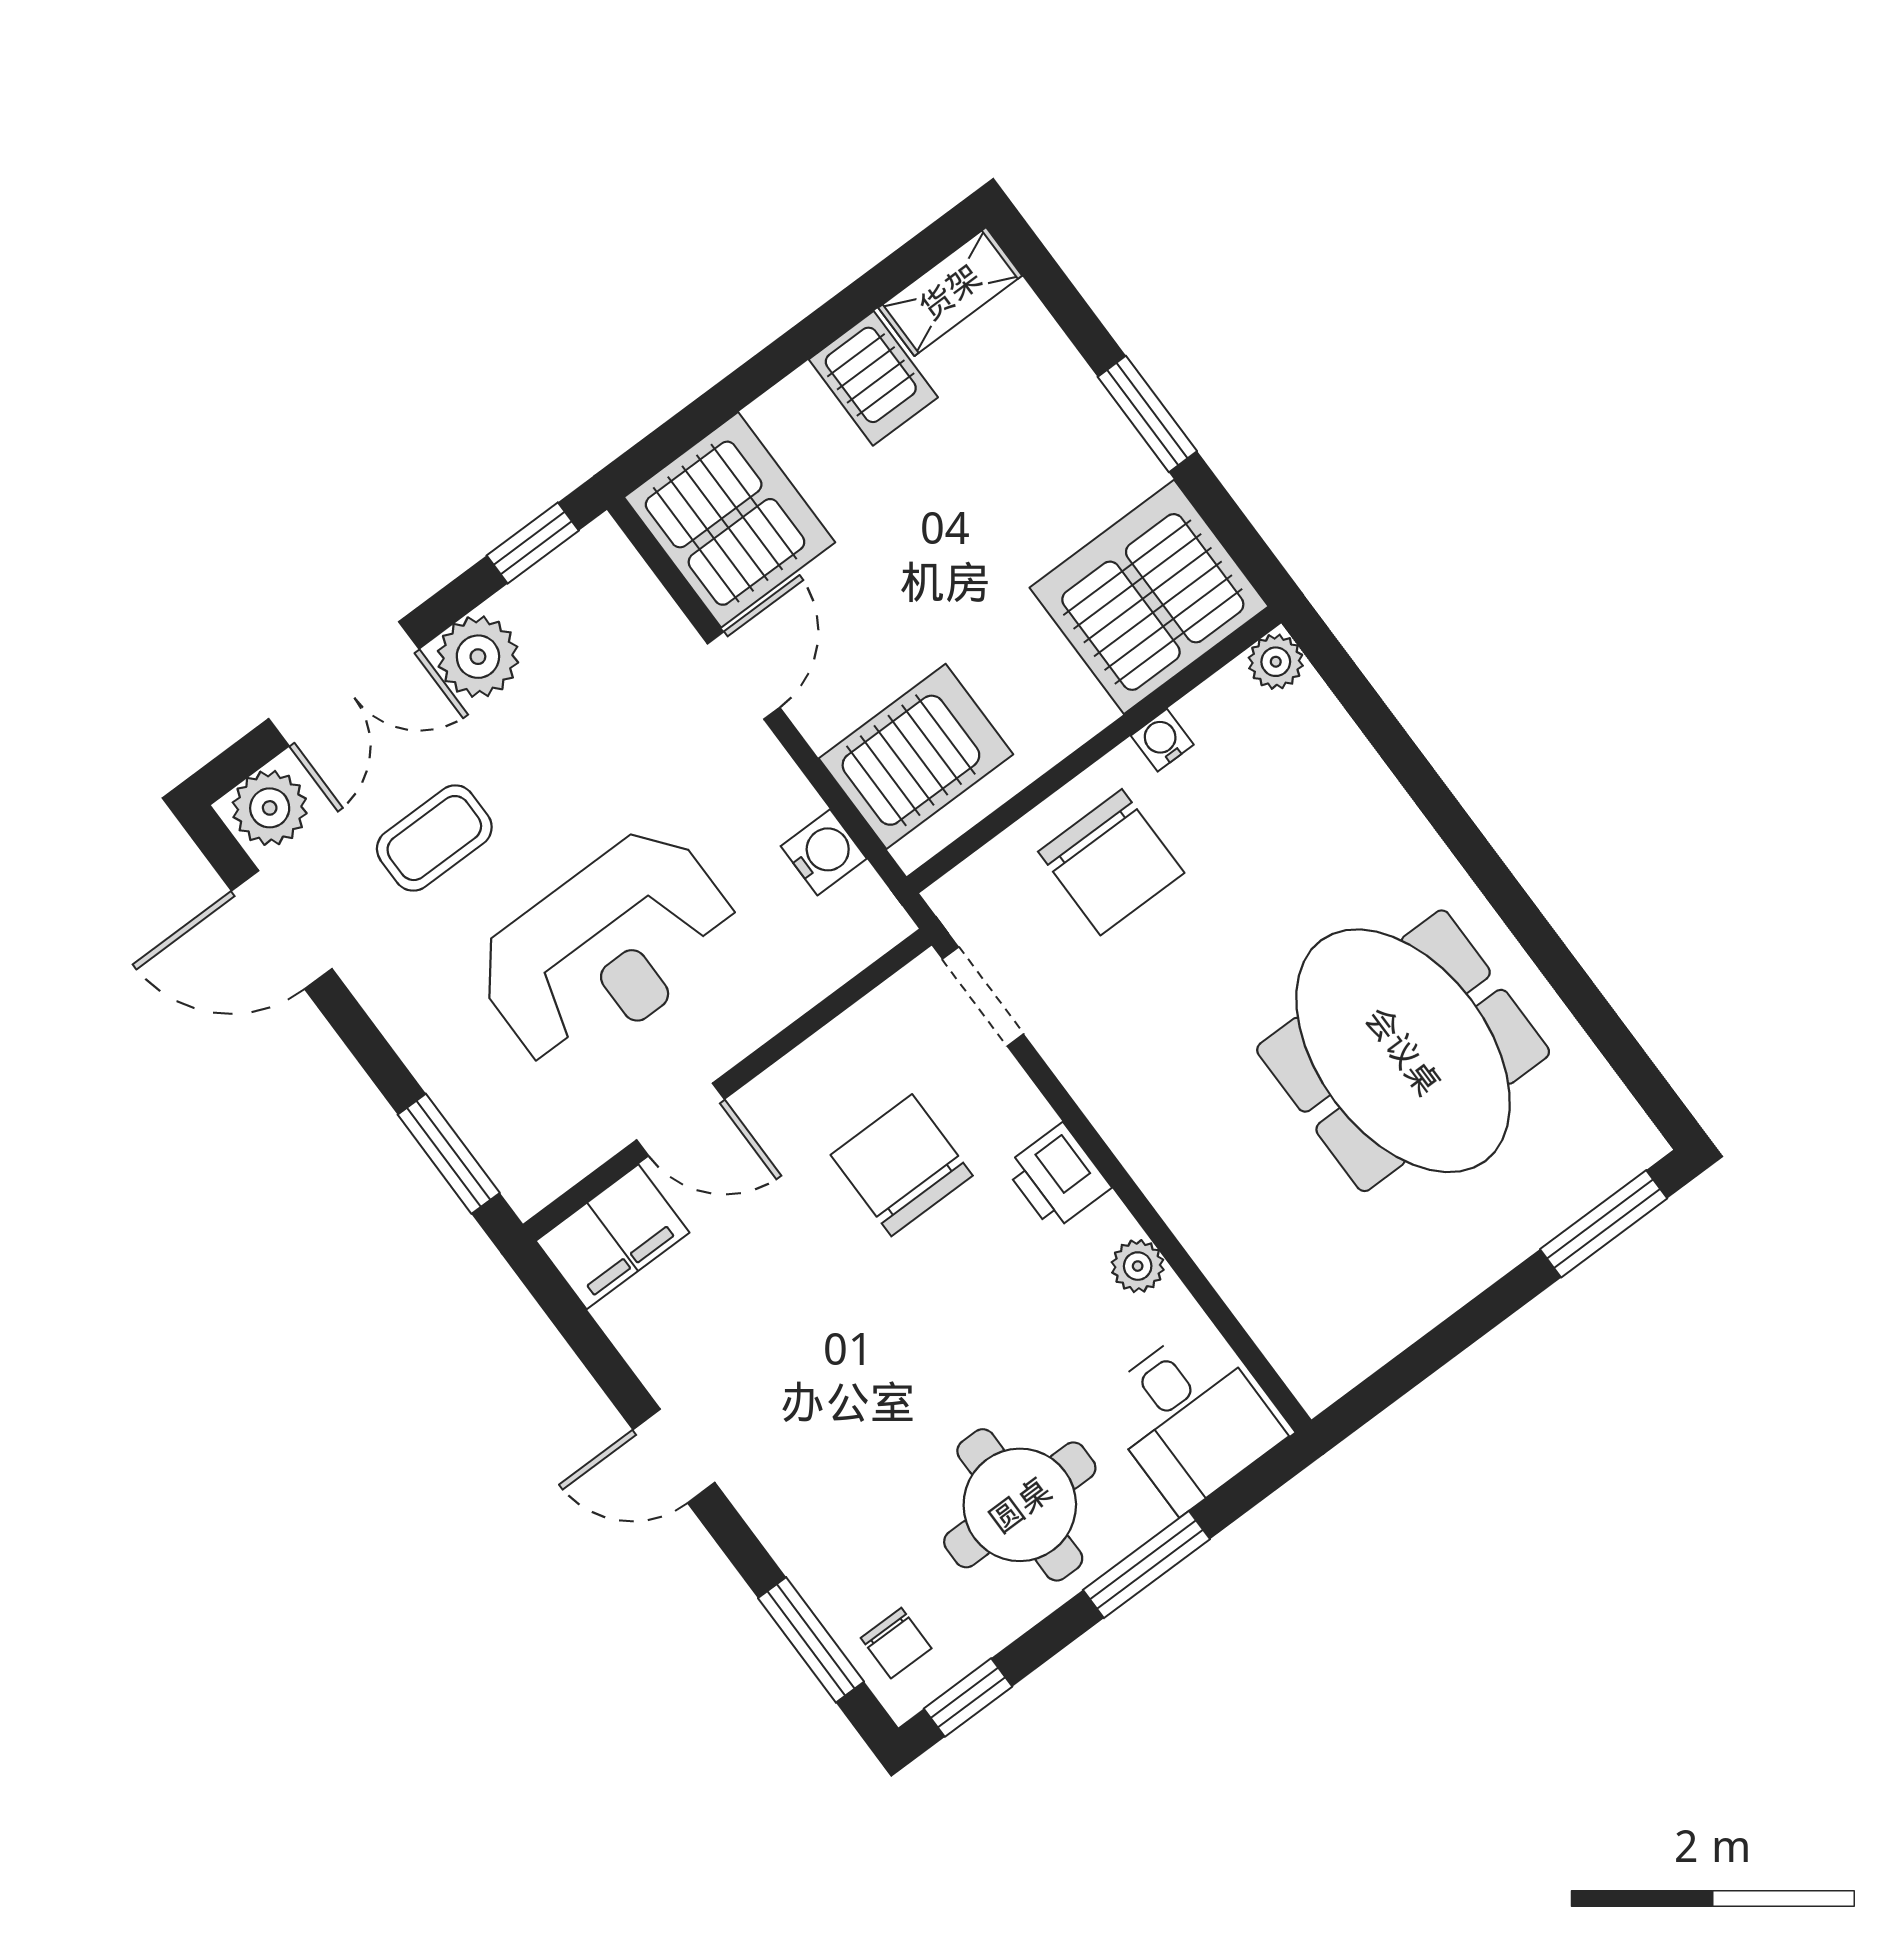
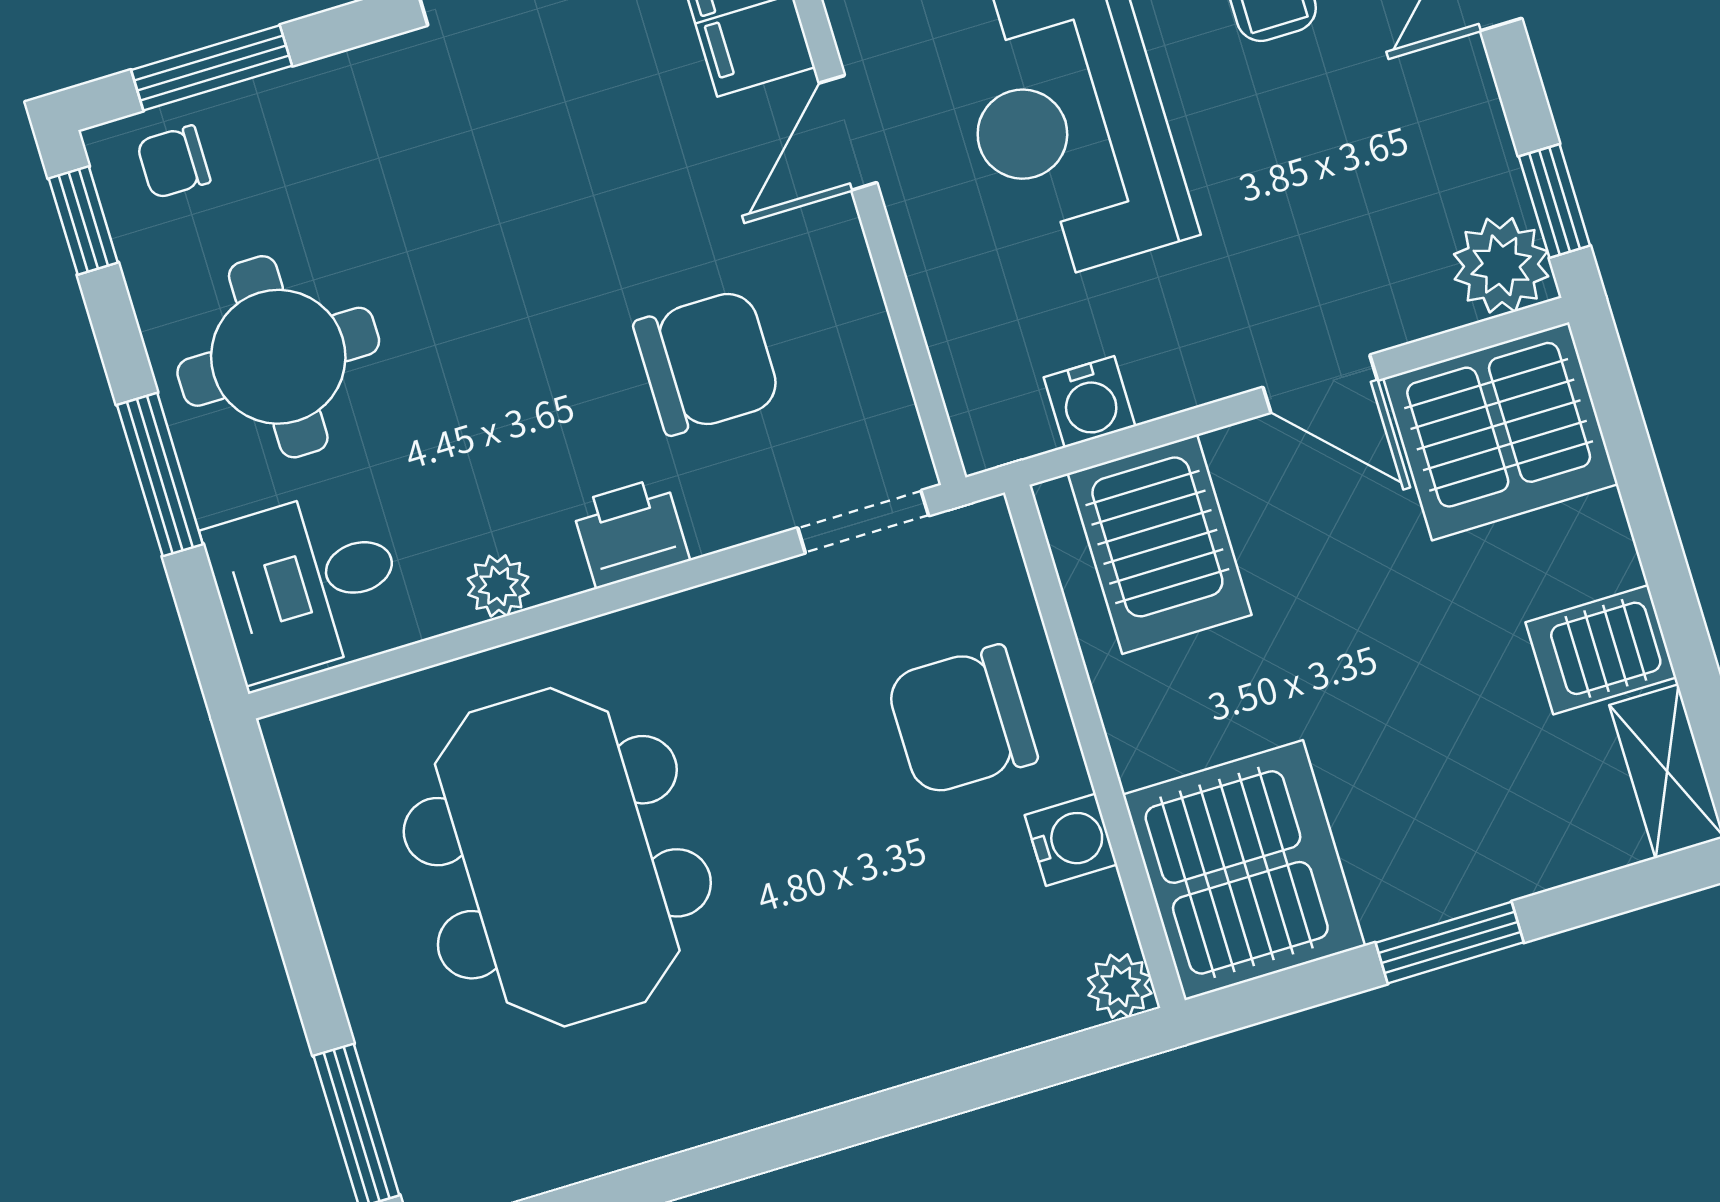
plant: (478, 657) -> (1501, 265), moved
water cooler: (1162, 740) -> (1071, 840), width x1.38, depth x1.38
meeting table: (1403, 1051) -> (557, 857), moved, turned 90

